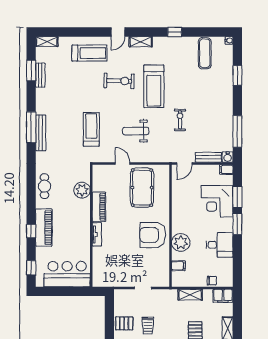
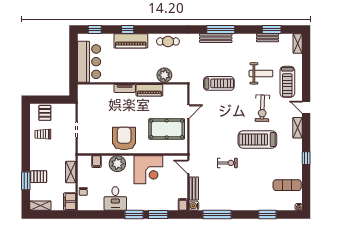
weight bench: (136, 131) -> (261, 73), moved, turned 90
corner desk: (217, 201) -> (148, 170), moved, turned 180

